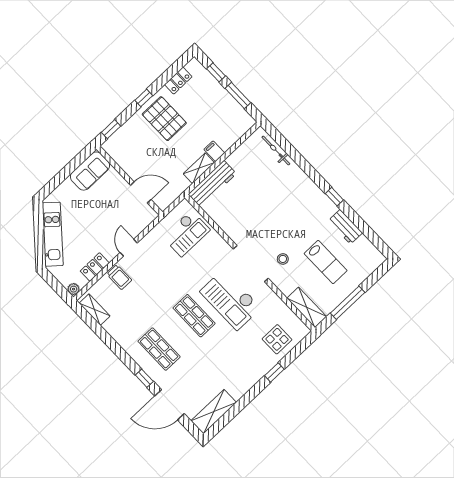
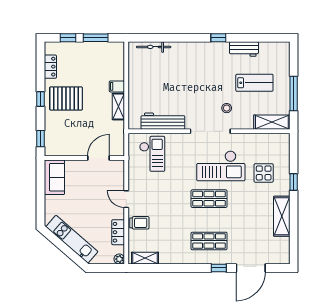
workbench: (212, 184) -> (163, 121), moved, turned -90
display table: (277, 339) -> (264, 173), moved
shelving: (214, 412) -> (282, 216), moved

